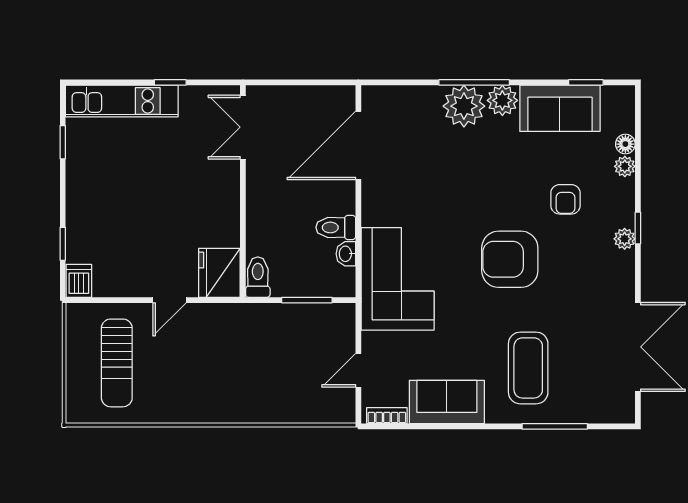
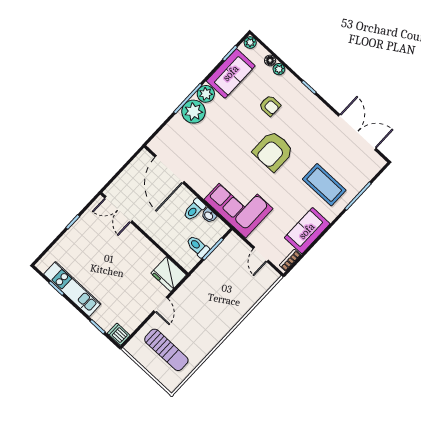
kitchen unit: (122, 101) -> (72, 289), moved, turned -90
plant: (625, 239) -> (250, 42), moved
toilet: (258, 277) -> (198, 246), moved

